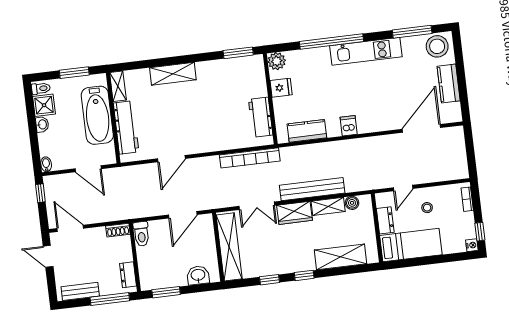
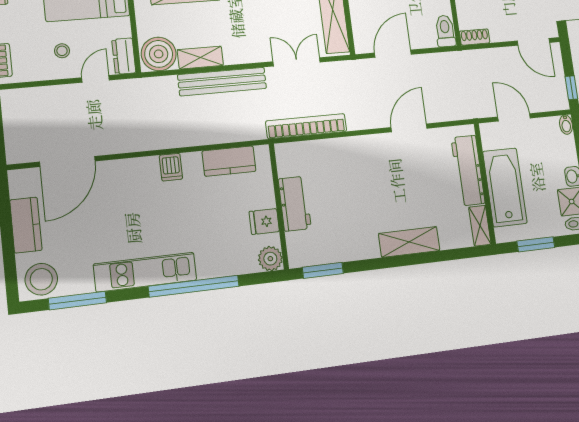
workbench: (261, 117) -> (295, 204), moved
boiler: (352, 203) -> (159, 54), width x1.86, depth x1.86
wardrobe: (295, 213) -> (246, 51), removed
dresser: (385, 220) -> (124, 56), moved

